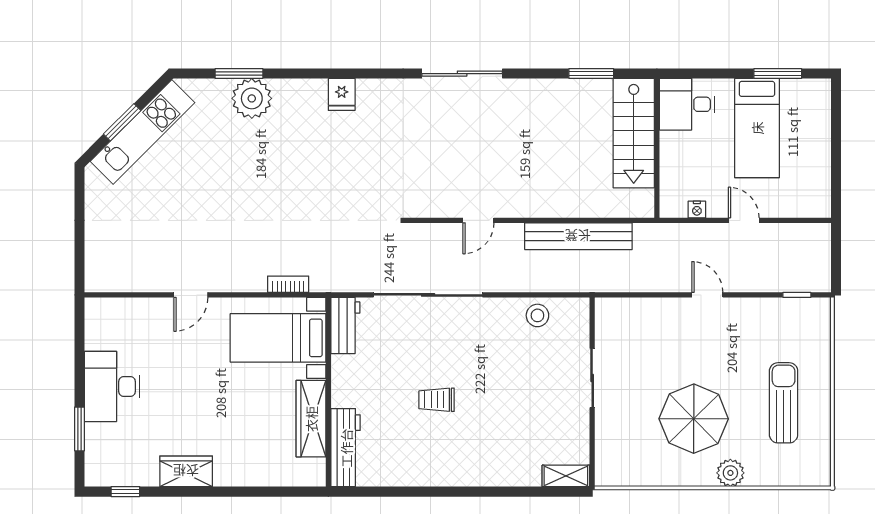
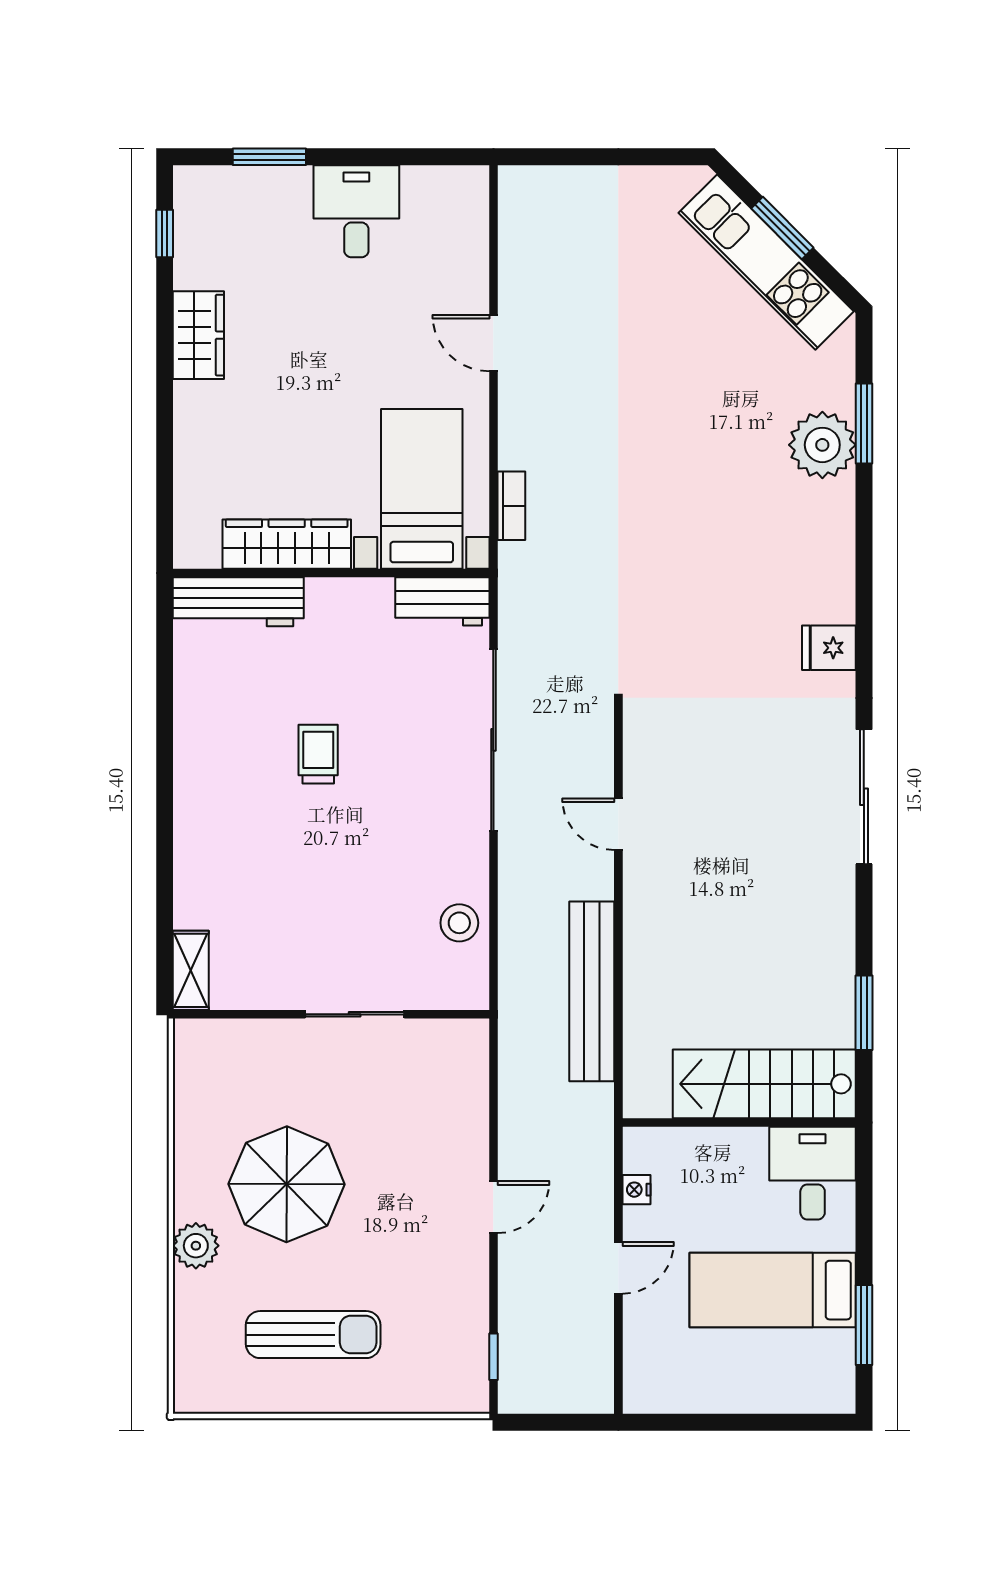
fridge: (342, 94) -> (829, 648), moved
desk: (112, 386) -> (356, 211), width x0.73

